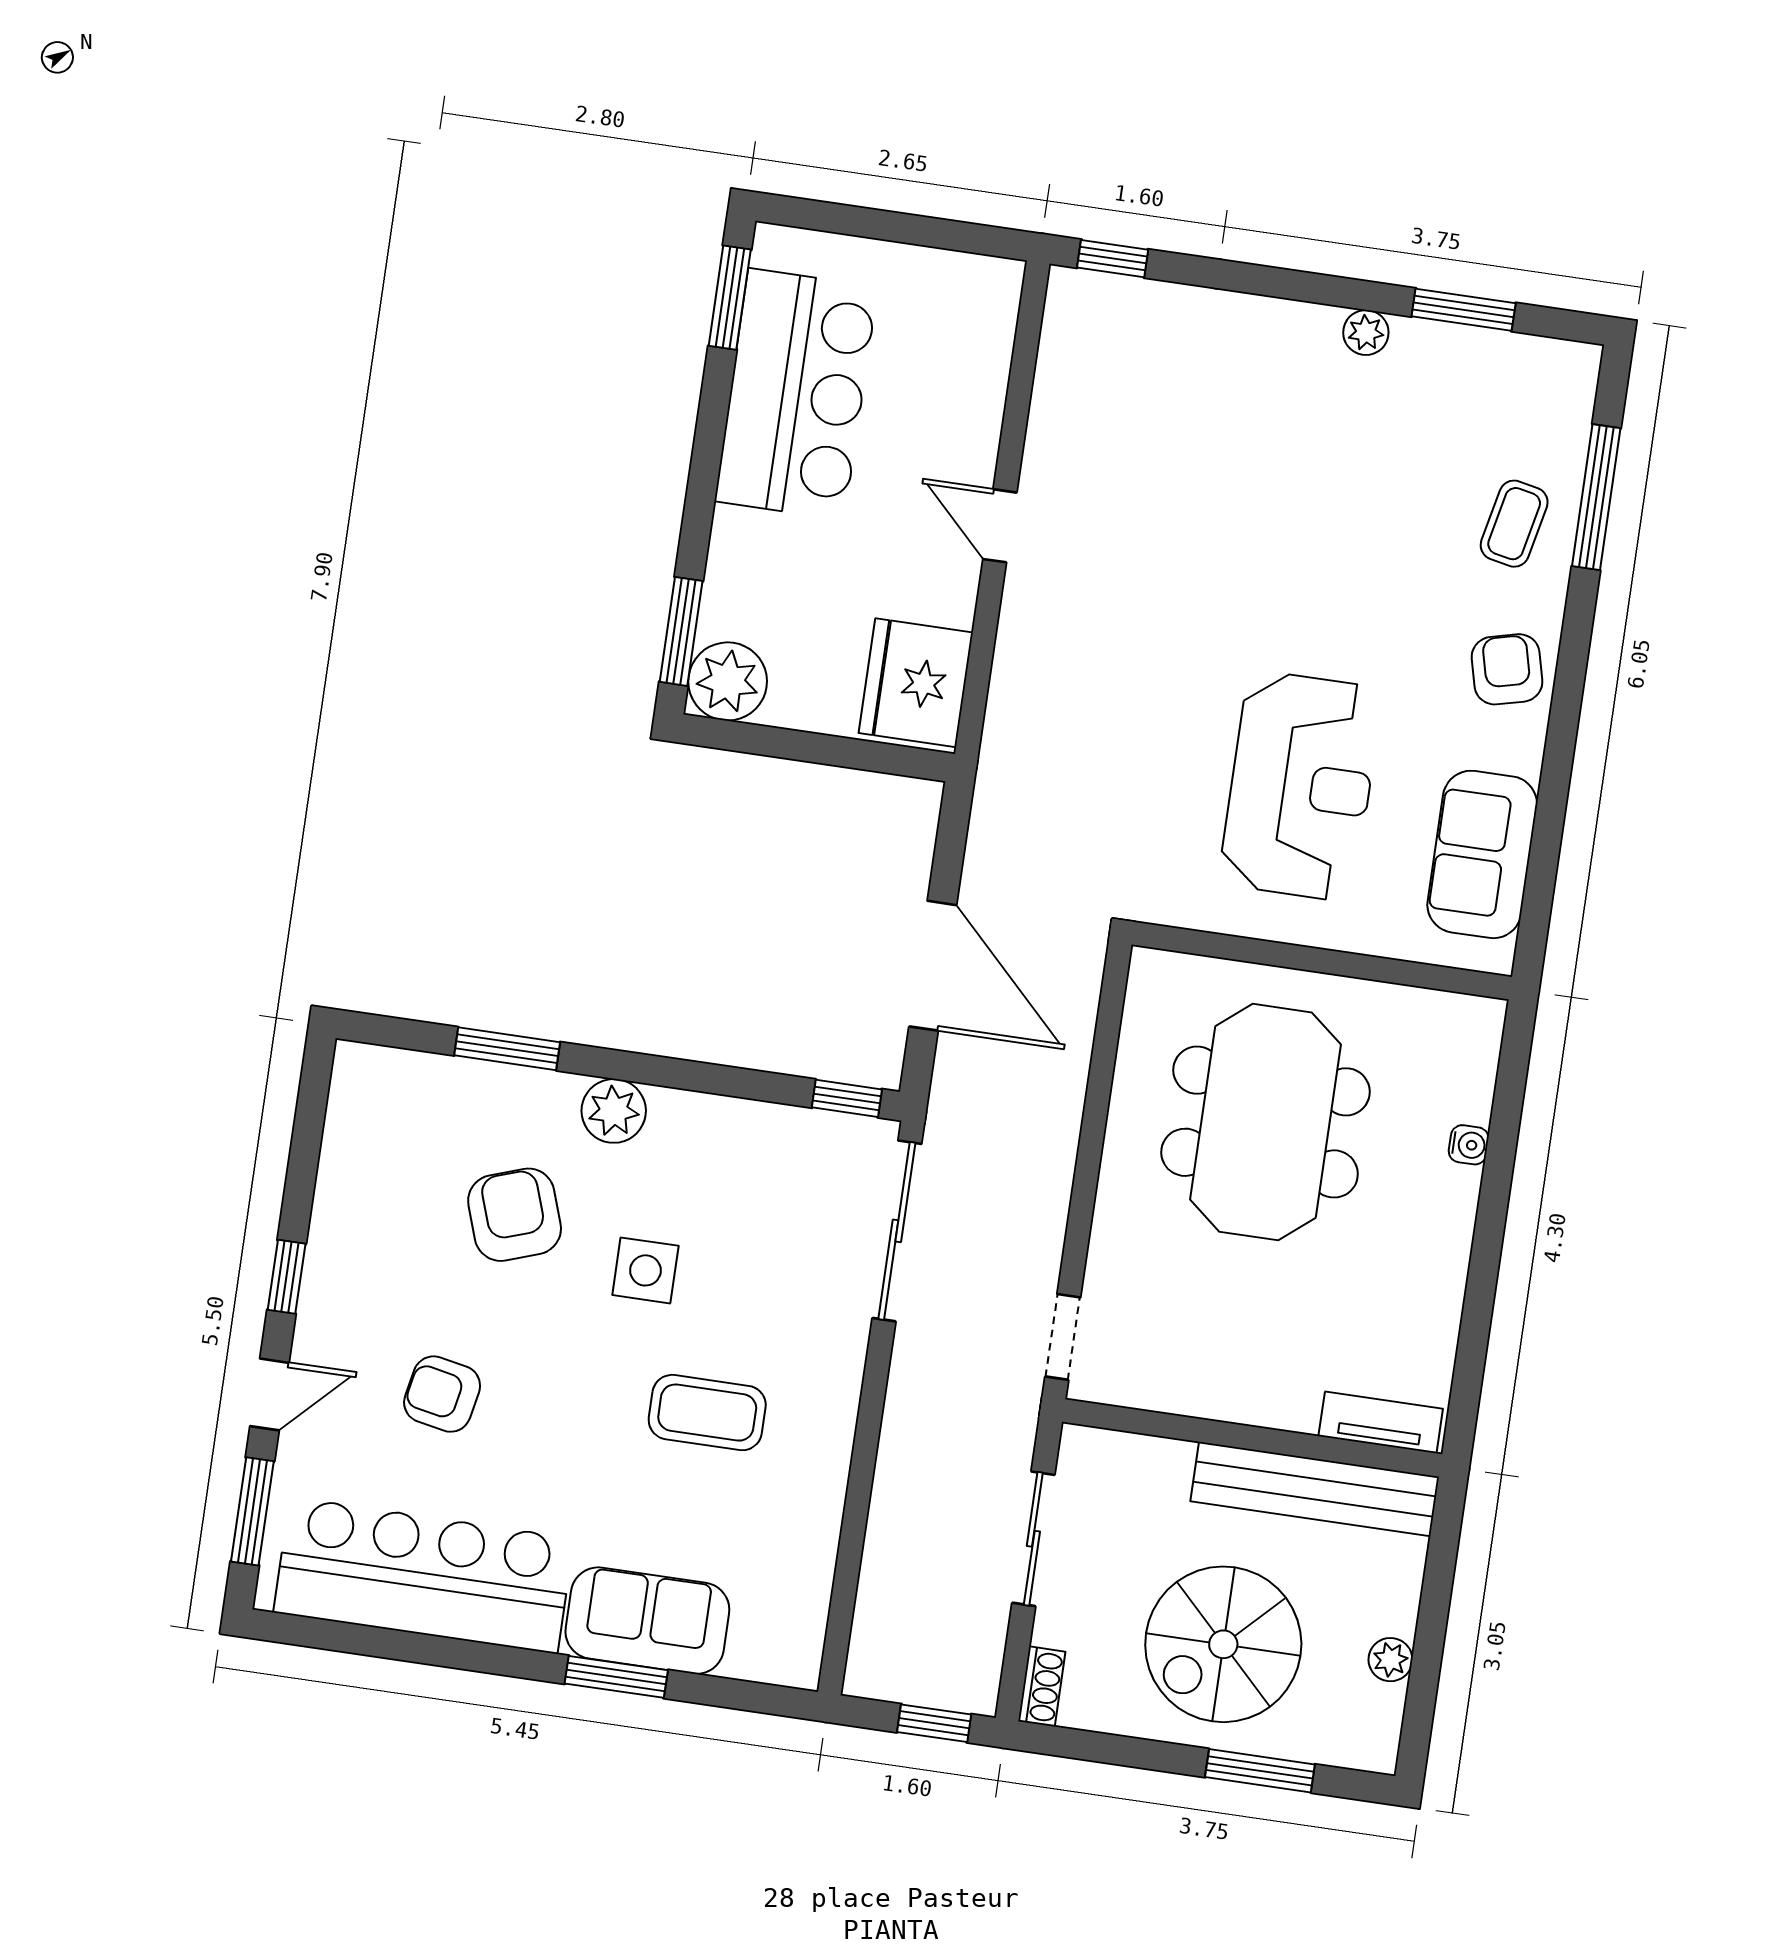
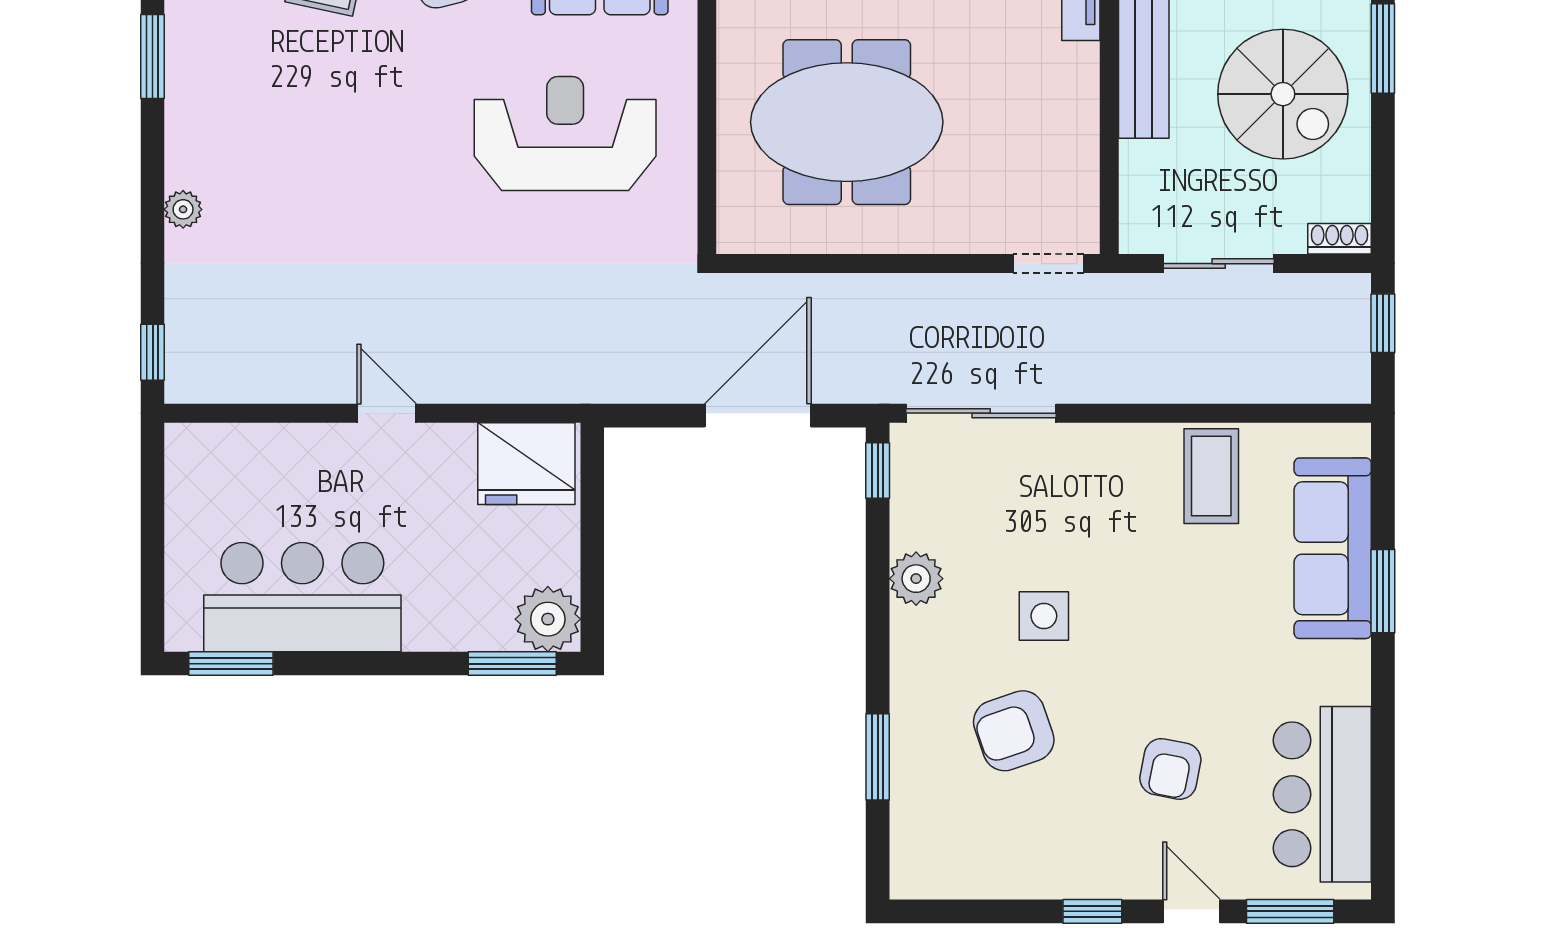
plant: (1366, 333) -> (183, 209), moved
door: (1000, 526) -> (387, 413), swing flipped
plant: (614, 1111) -> (916, 579), moved
coffee table: (707, 1413) -> (1211, 476), moved
bar counter: (424, 1575) -> (1322, 794), width x0.73
sofa: (647, 1621) -> (1333, 548), width x1.36

